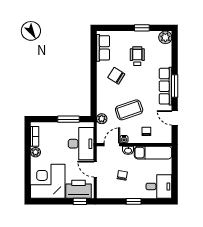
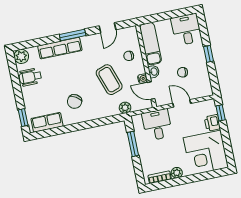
window: (142, 28) -> (23, 118), moved
wheelchair: (137, 56) -> (30, 77), moved
row of seats: (166, 86) -> (60, 48), moved
desk: (81, 144) -> (157, 125), width x0.73
door: (95, 169) -> (182, 103), swing flipped
printer: (79, 189) -> (212, 123), width x0.53, depth x0.68

